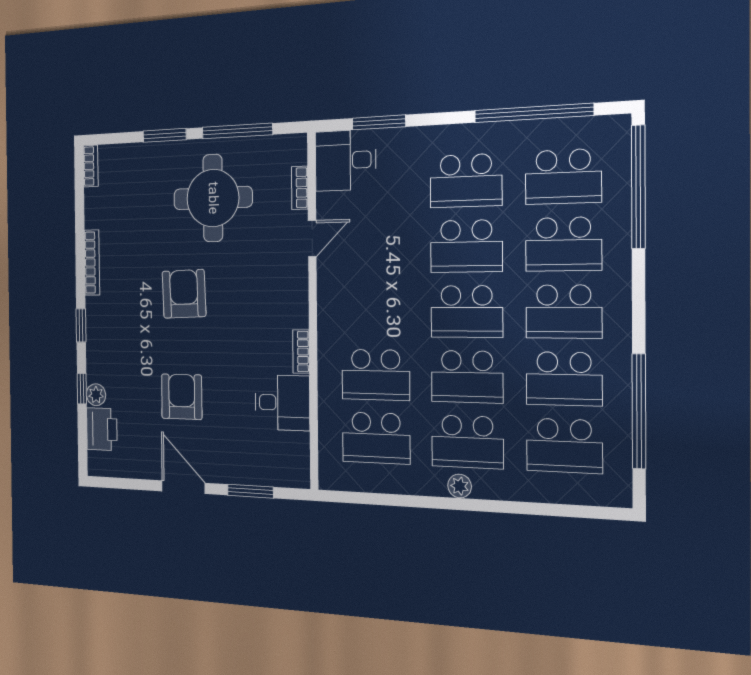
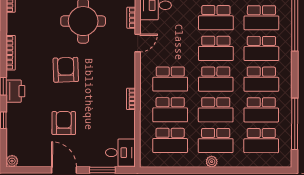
school desk: (375, 311) -> (170, 79), added
plant: (96, 395) -> (12, 161), moved
desk: (282, 403) -> (120, 153), moved
printer: (102, 429) -> (15, 91), moved

